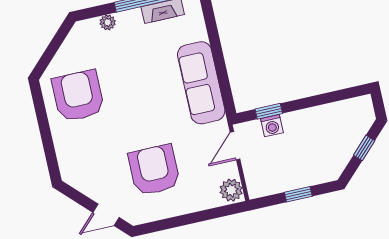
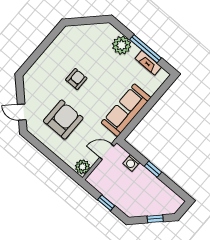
plant: (108, 22) -> (122, 45), width x1.88, depth x1.88
armchair: (78, 96) -> (76, 79), moved, width x0.53, depth x0.53
window: (269, 111) -> (153, 169), moved

